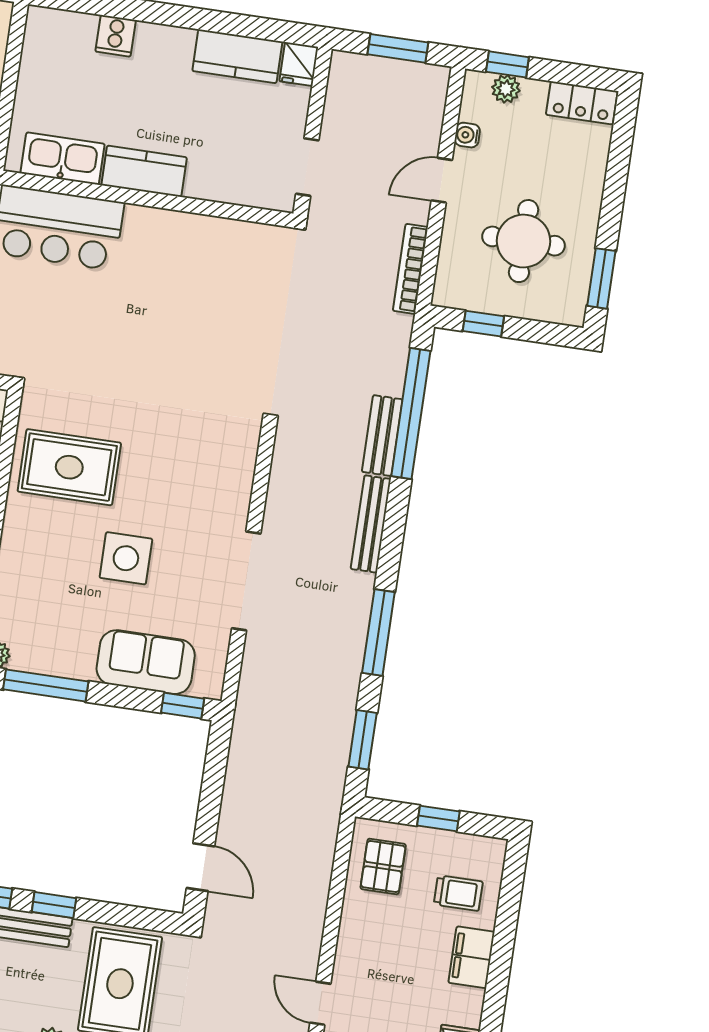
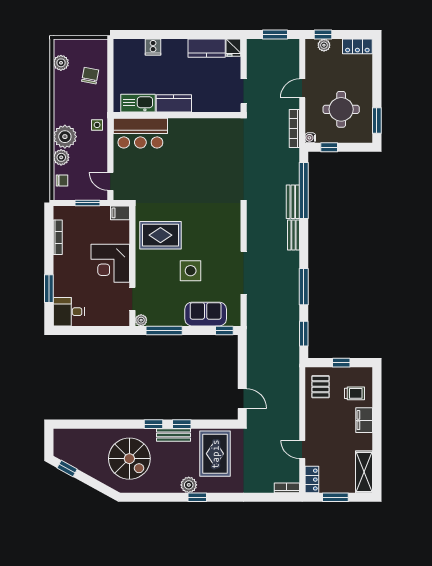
water cooler: (467, 135) -> (310, 138), moved
bench: (371, 524) -> (294, 235), width x0.73

